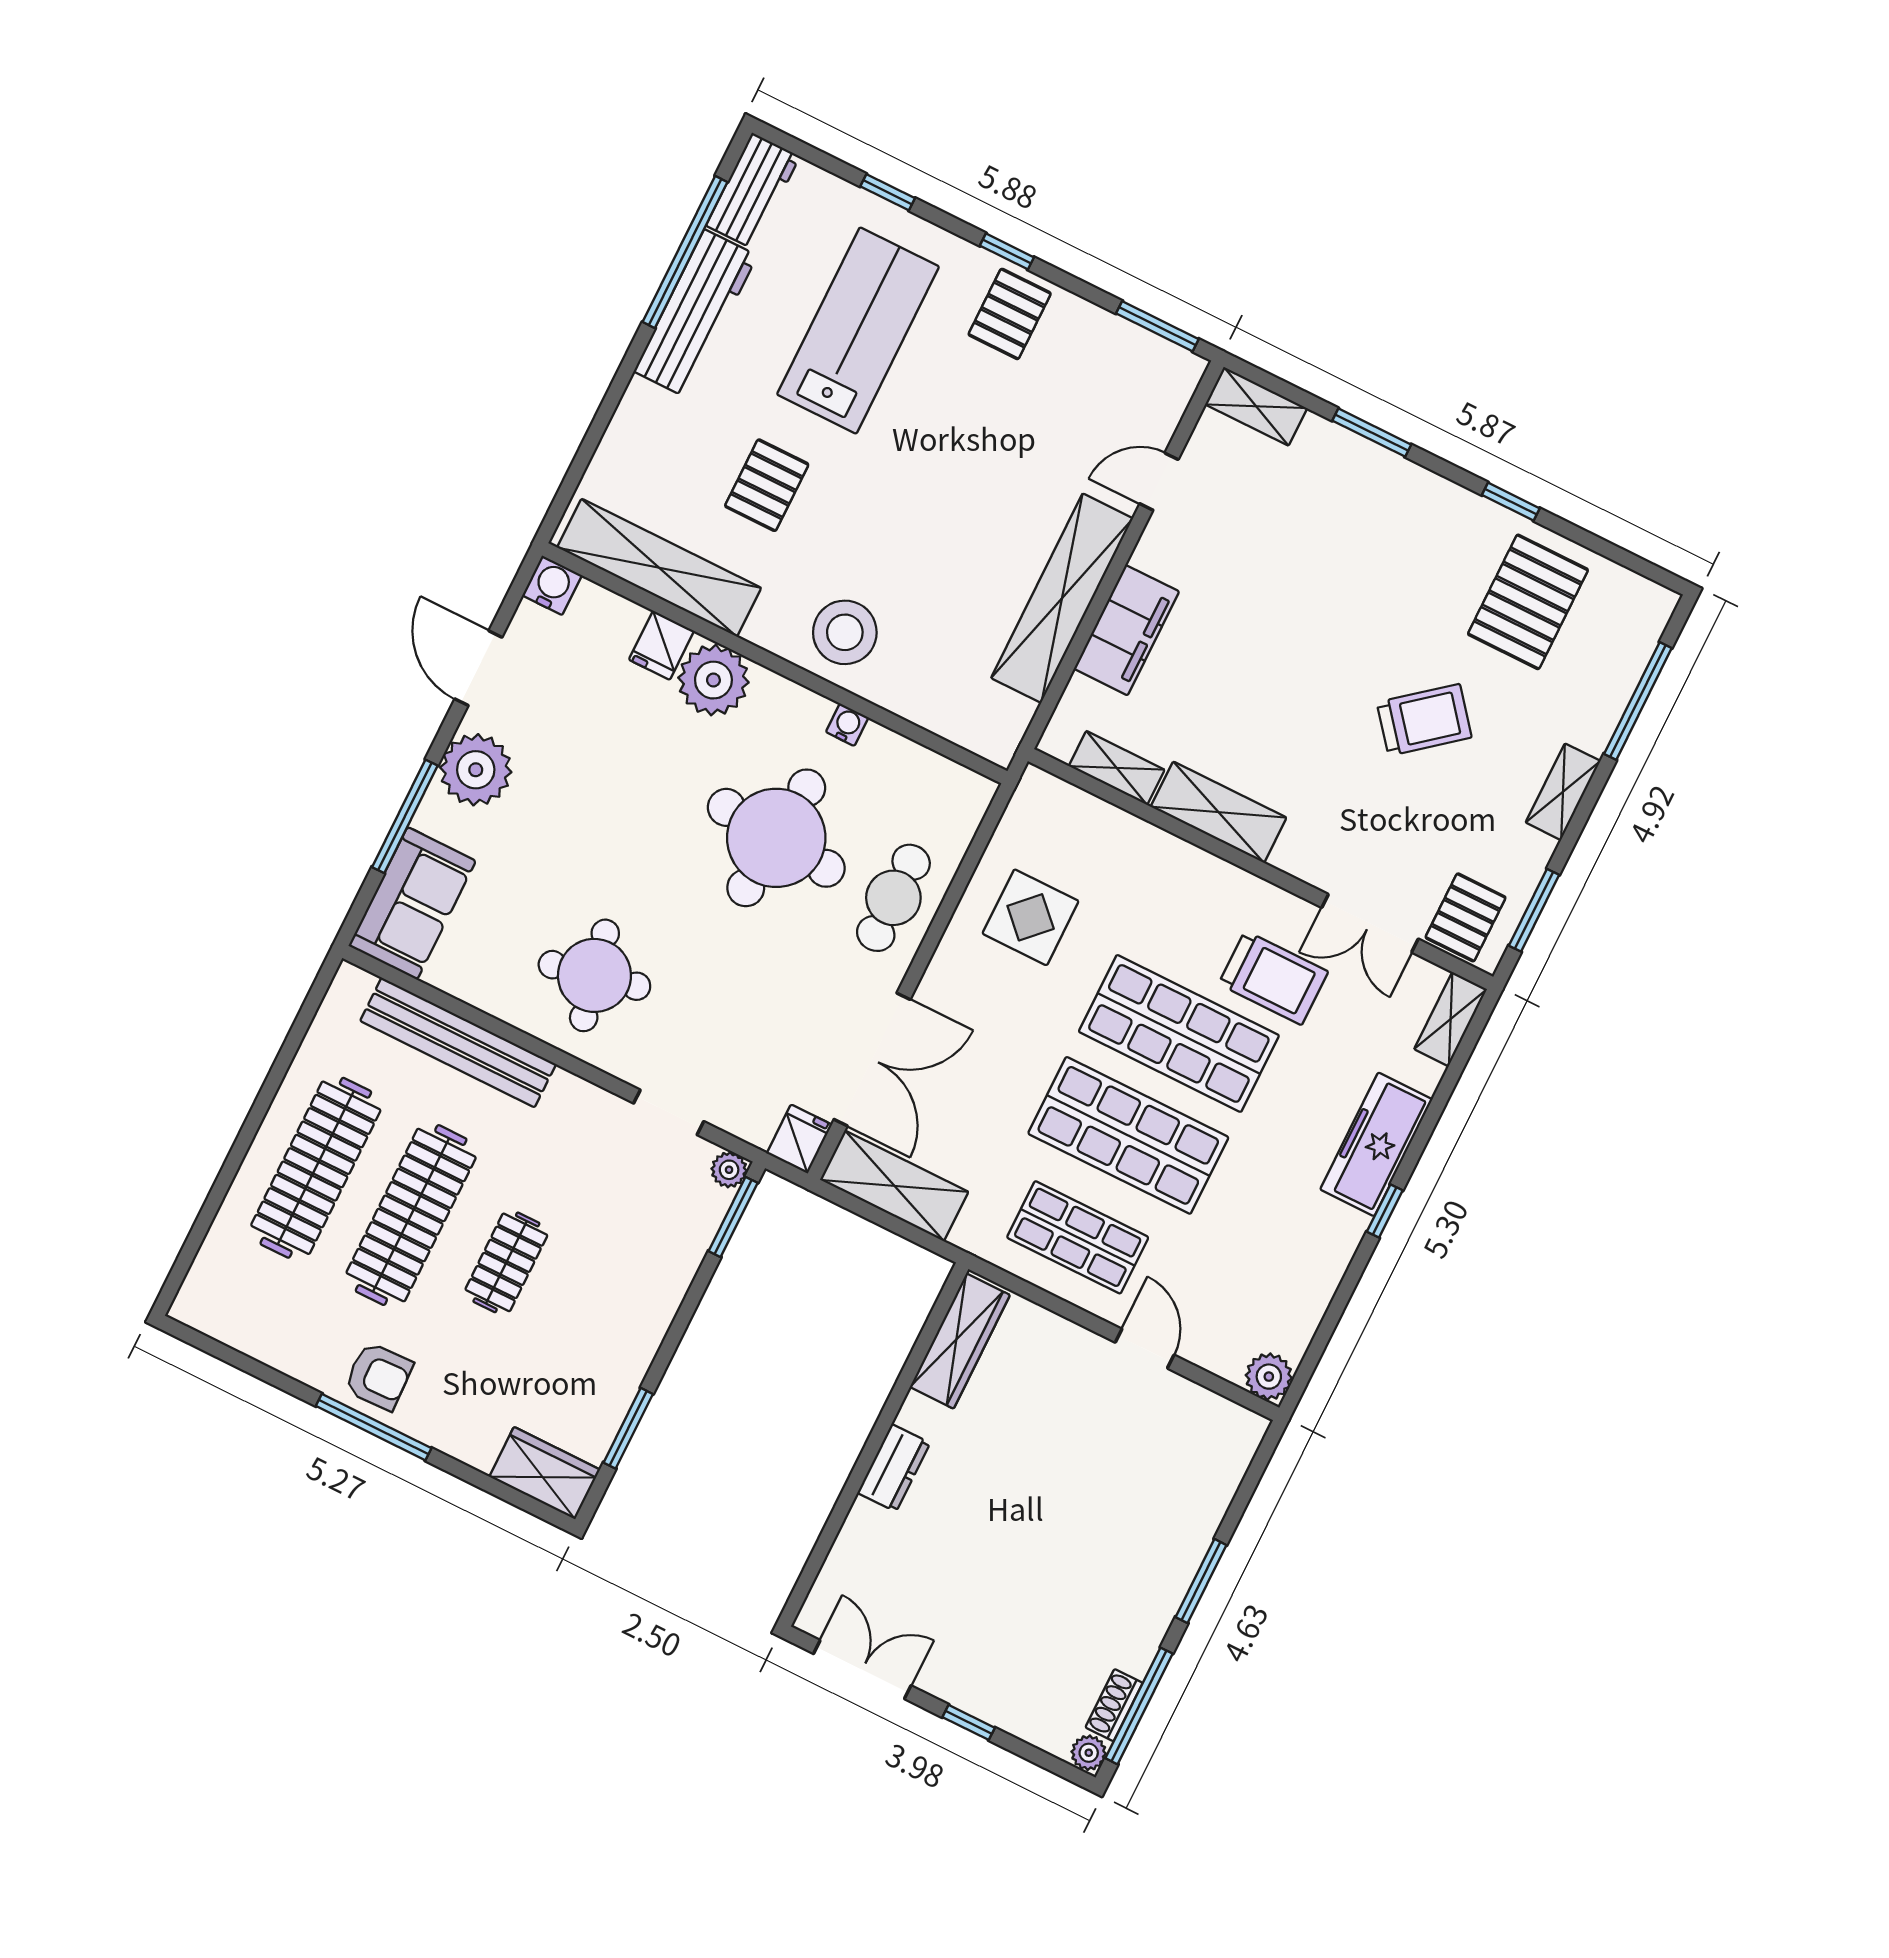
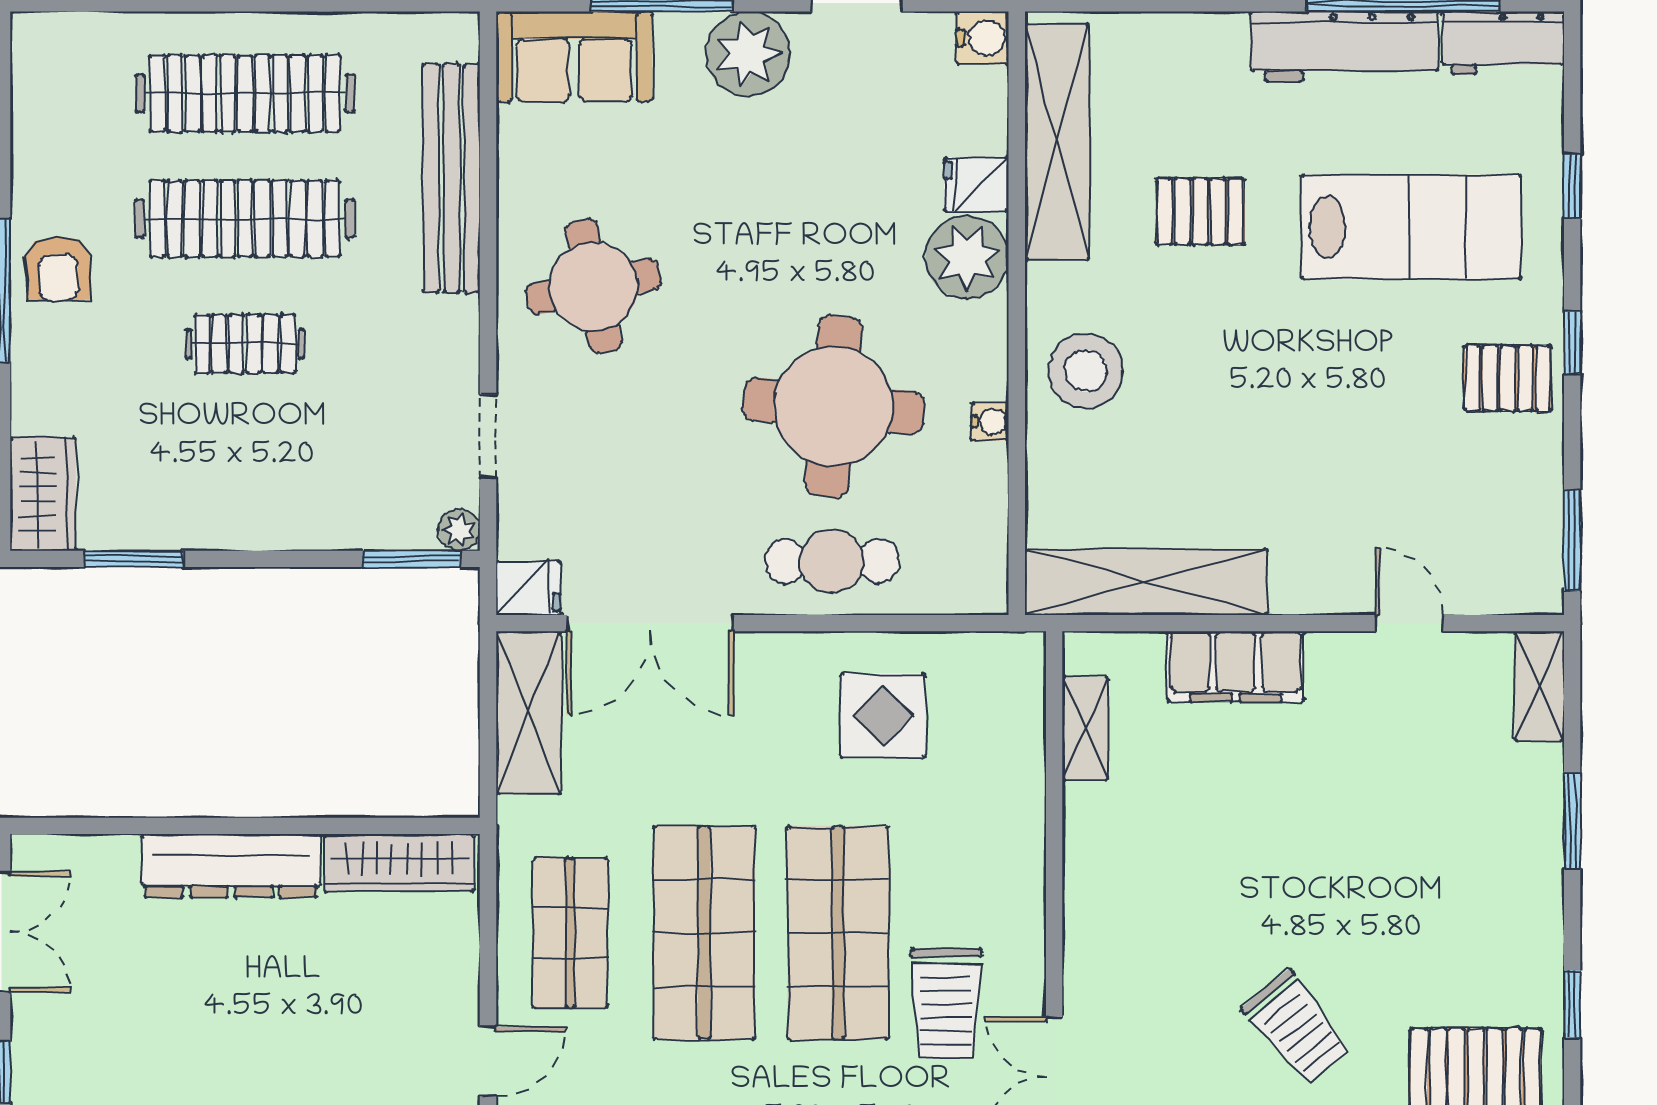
shelving: (1062, 598) -> (1146, 582), moved
shelving: (1219, 812) -> (1092, 859), removed
dresser: (894, 1468) -> (231, 866), width x1.96, depth x1.24

